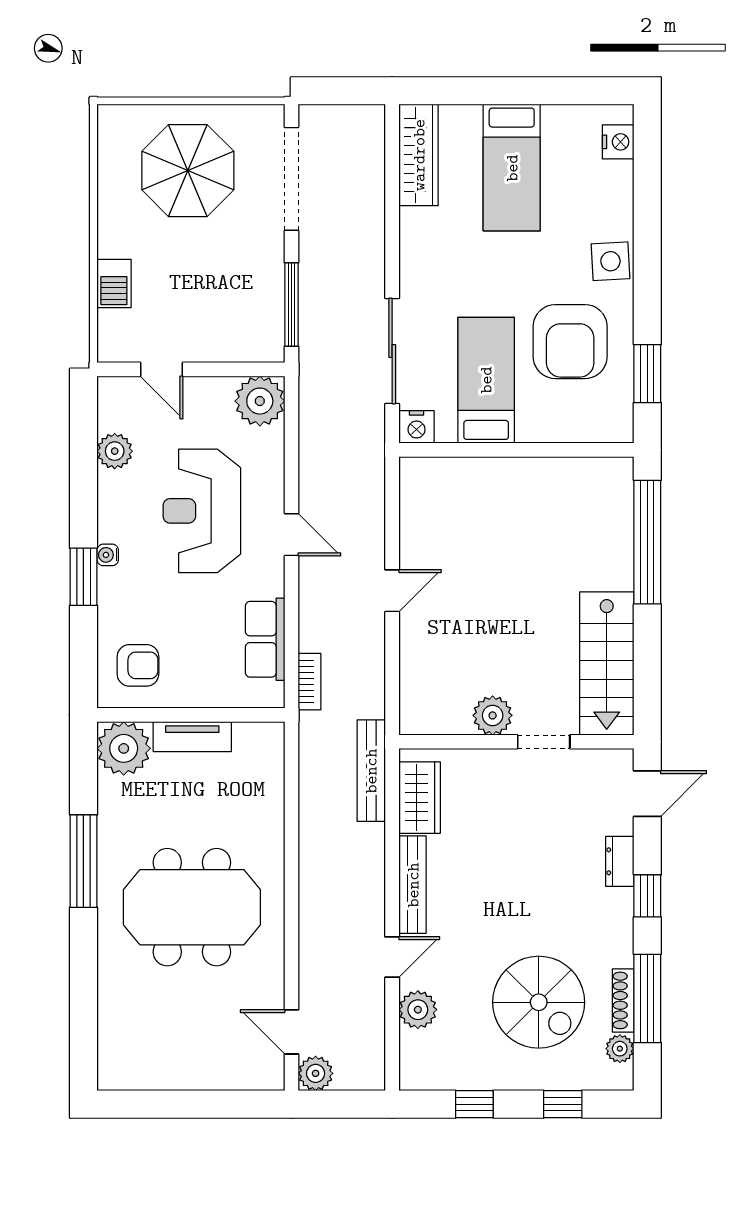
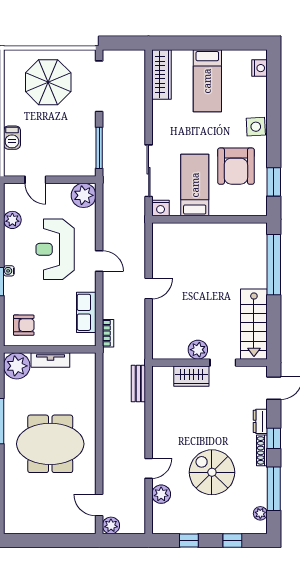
bench: (371, 771) -> (138, 383), width x0.73
wardrobe: (420, 798) -> (191, 376), moved, turned 90
bench: (413, 885) -> (159, 433), removed
shoe rack: (623, 1000) -> (262, 450), moved
spiral stairs: (539, 1002) -> (212, 472), moved, turned 180

